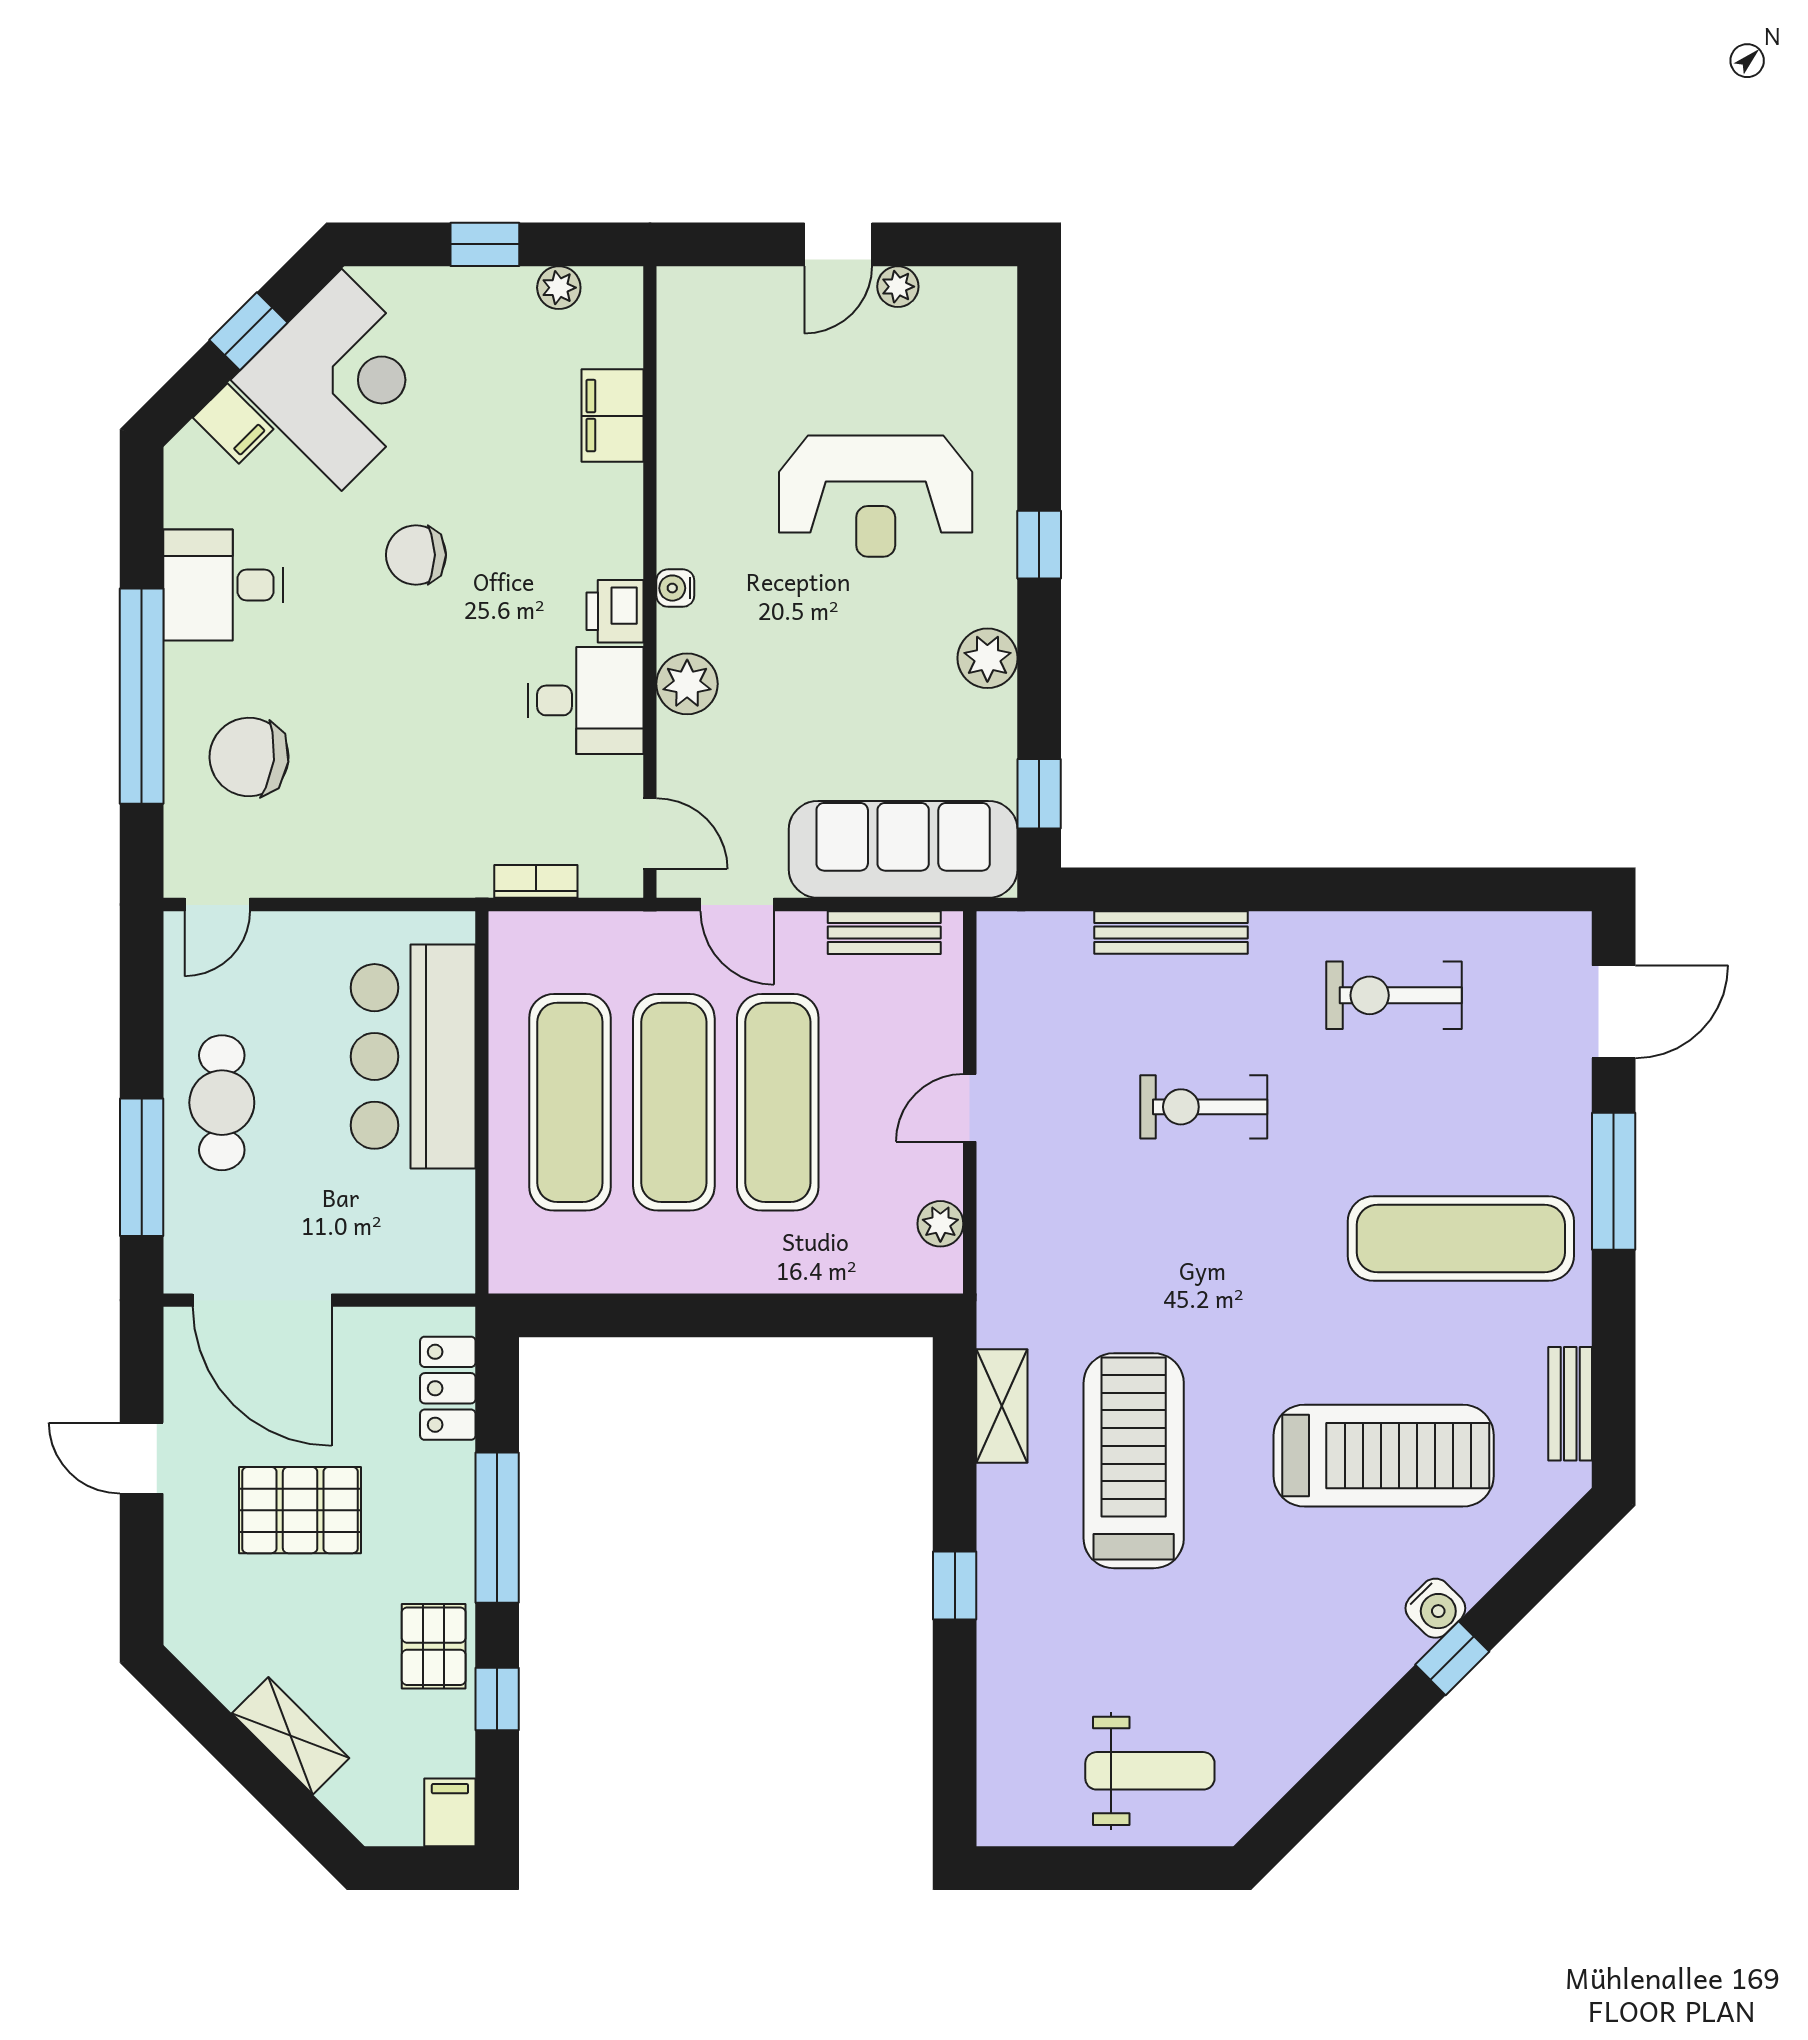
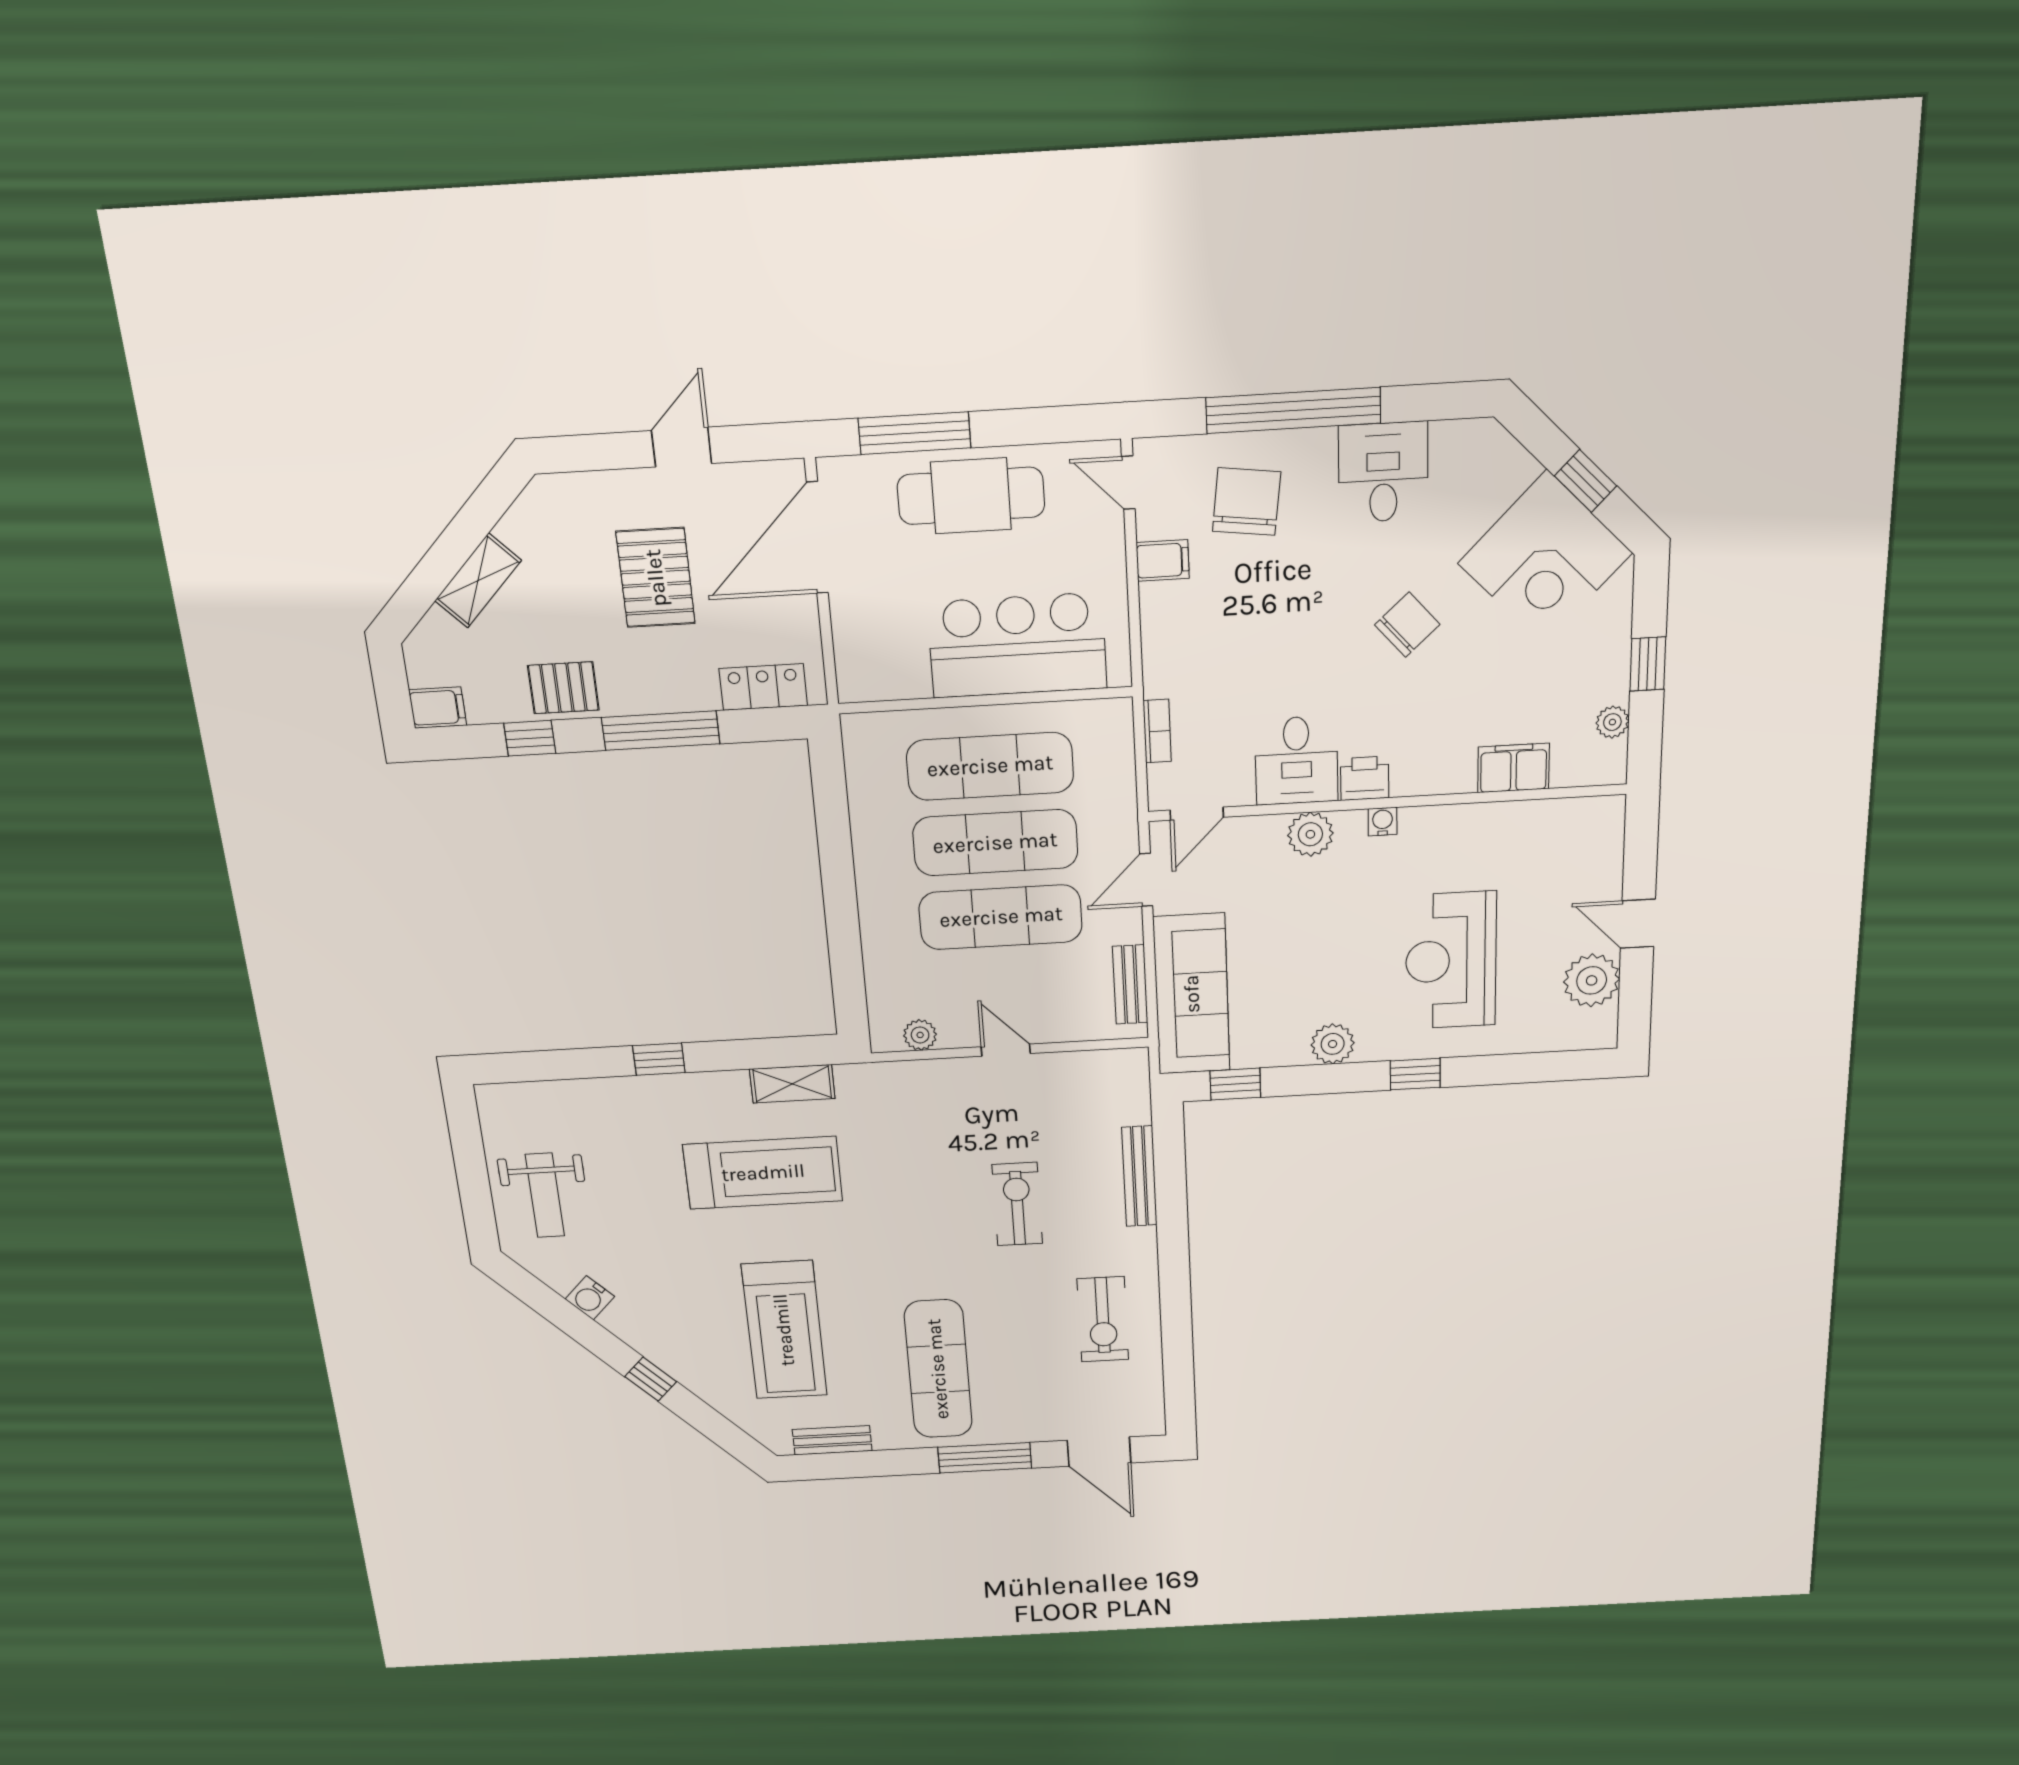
plant: (898, 287) -> (1592, 980), width x1.88, depth x1.88
filing cabinet: (233, 423) -> (1163, 560), moved, turned -135
chair: (416, 555) -> (1407, 625), turned 48
exercise bike: (1394, 995) -> (1103, 1319), turned 180
cafe table: (222, 1103) -> (971, 496), width x1.37, depth x1.35
water cooler: (1435, 1608) -> (590, 1298), moved

